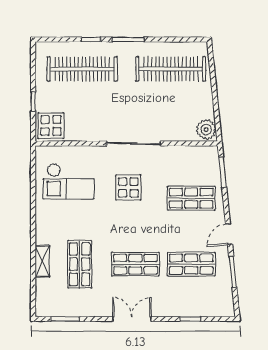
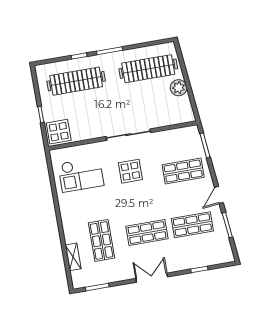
plant: (206, 129) -> (179, 88), moved
shelving: (42, 261) -> (73, 257), moved

